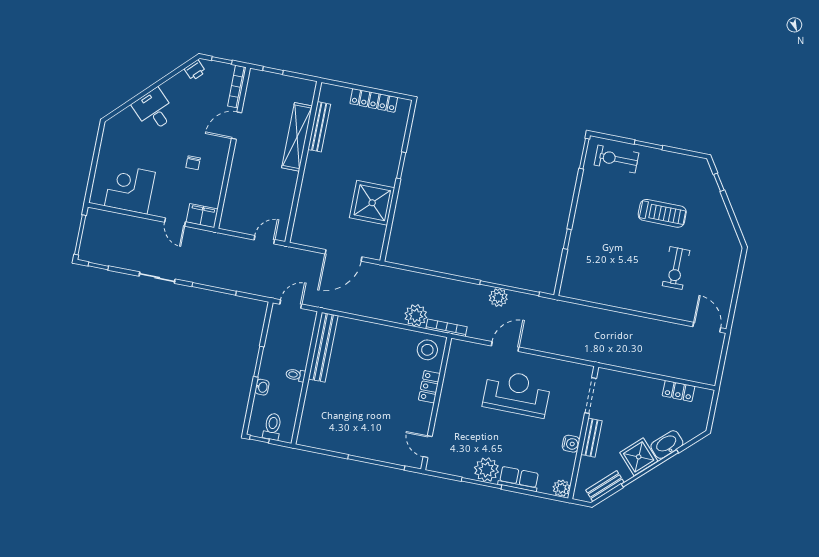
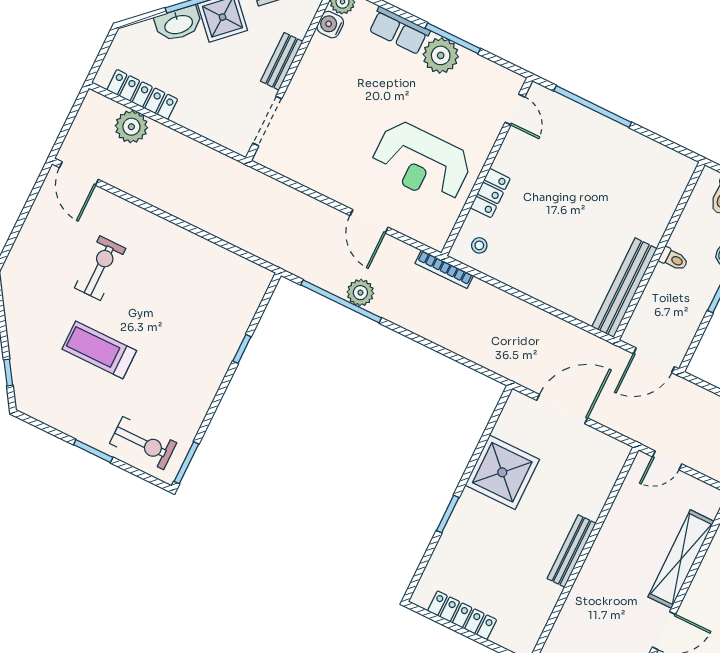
bench: (319, 127) -> (572, 551), moved
shelving: (297, 137) -> (681, 559), moved
door: (291, 304) -> (654, 360), width x1.37
plant: (416, 315) -> (131, 127), moved
door: (505, 347) -> (369, 221), hinge flipped
stool: (427, 350) -> (479, 245), width x0.53, depth x0.53
locker: (679, 391) -> (142, 95), width x1.53
reception desk: (517, 393) -> (422, 162), moved
water cooler: (571, 444) -> (330, 25), moved

